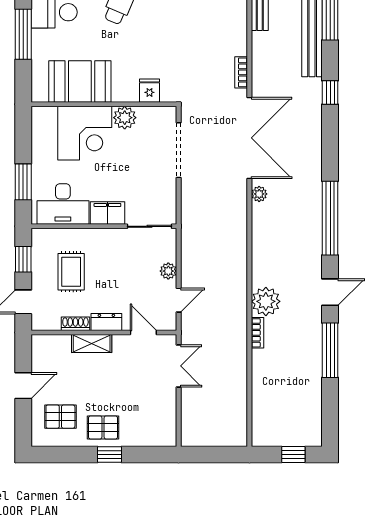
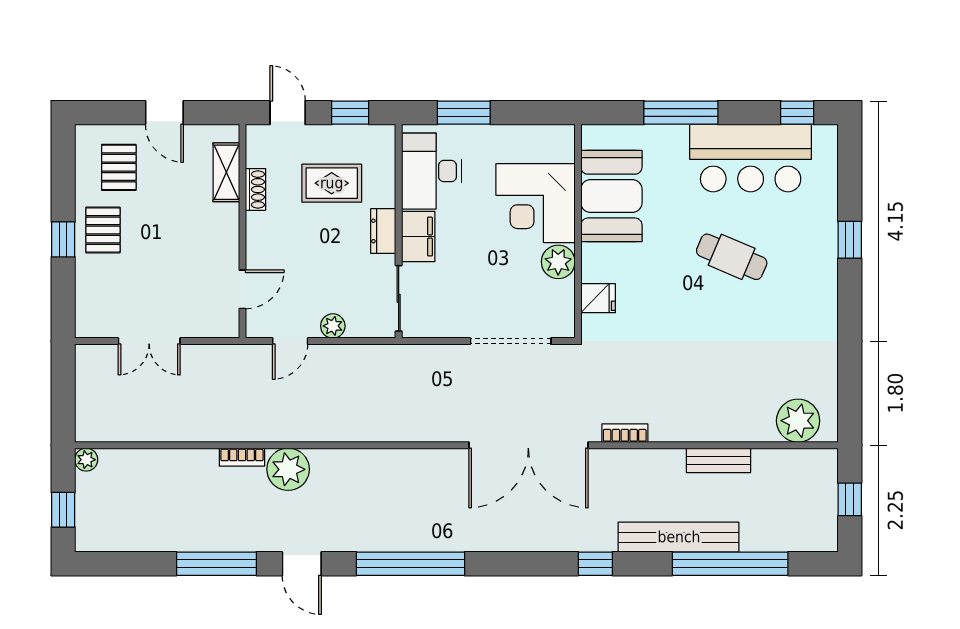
plant: (259, 194) -> (86, 460), moved
door: (179, 300) -> (290, 341), hinge flipped
dresser: (106, 322) -> (383, 231), moved, turned 180
shelving: (92, 343) -> (226, 172), moved
double door: (179, 366) -> (149, 341), moved

